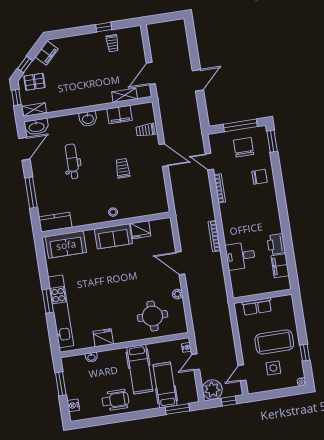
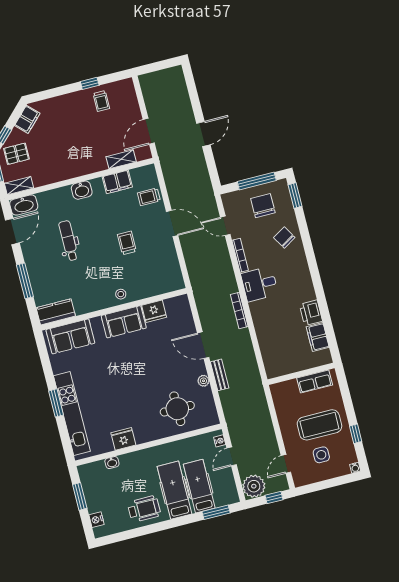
chair: (259, 177) -> (284, 238), turned -121
desk: (240, 256) -> (260, 284), moved
bench: (192, 290) -> (220, 375), added
row of seats: (257, 306) -> (315, 381), moved
hospital bed: (140, 369) -> (175, 490), moved, turned 180

